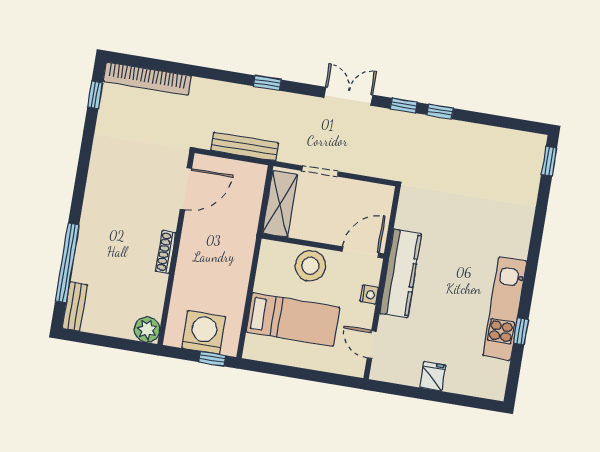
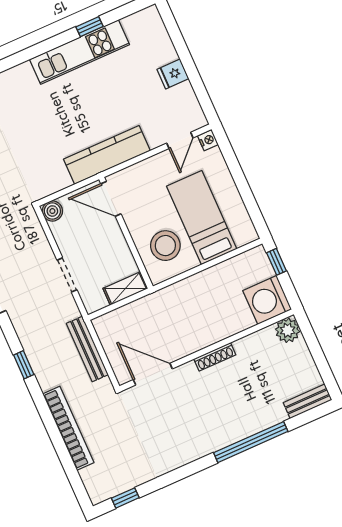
bookcase: (147, 79) -> (68, 428), moved
boiler: (383, 195) -> (52, 211), added
shelving: (280, 204) -> (125, 288), width x0.67, depth x0.75
window: (67, 263) -> (251, 442), moved
stool: (310, 266) -> (165, 246), moved
nightstand: (369, 294) -> (208, 140), moved, turned 90
washing machine: (204, 332) -> (267, 300), moved

